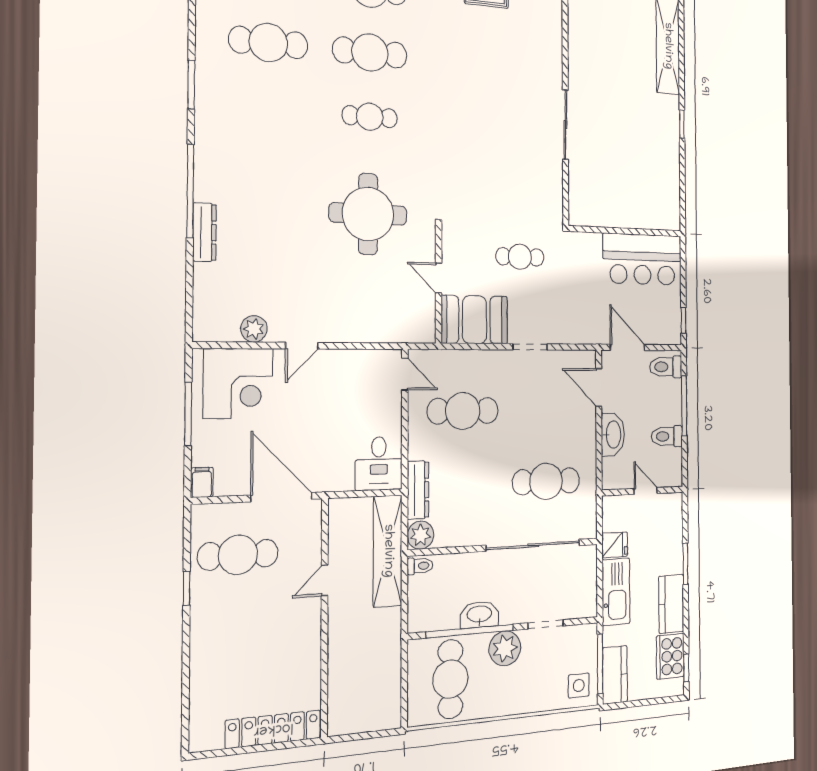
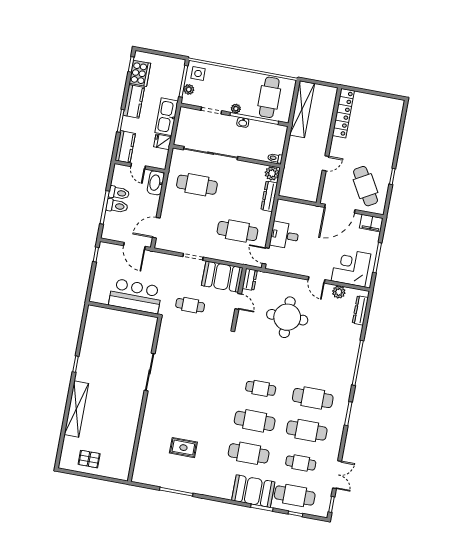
cafe table: (268, 109) -> (313, 398), added
round table: (368, 214) -> (287, 317), moved
dresser: (205, 232) -> (360, 310), moved
bar counter: (642, 259) -> (135, 296), moved
dresser: (425, 323) -> (250, 279), added
door: (302, 346) -> (316, 280), swing flipped
toilet: (666, 367) -> (117, 206), moved
door: (599, 387) -> (156, 228), swing flipped
washbasin: (613, 435) -> (156, 183), moved
desk: (379, 463) -> (285, 235), moved, turned -90
filing cabinet: (202, 482) -> (371, 223), width x2.00
door: (281, 497) -> (340, 209), hinge flipped
shelving: (388, 551) -> (302, 109), moved
cafe table: (238, 555) -> (366, 186), turned 60
washbasin: (479, 615) -> (243, 122), width x0.52, depth x0.69
plant: (505, 648) -> (236, 109), width x0.53, depth x0.53
plant: (589, 652) -> (189, 89), added
kitchen counter: (615, 675) -> (125, 147), moved, turned 180
locker: (273, 729) -> (343, 113), moved, turned -90

